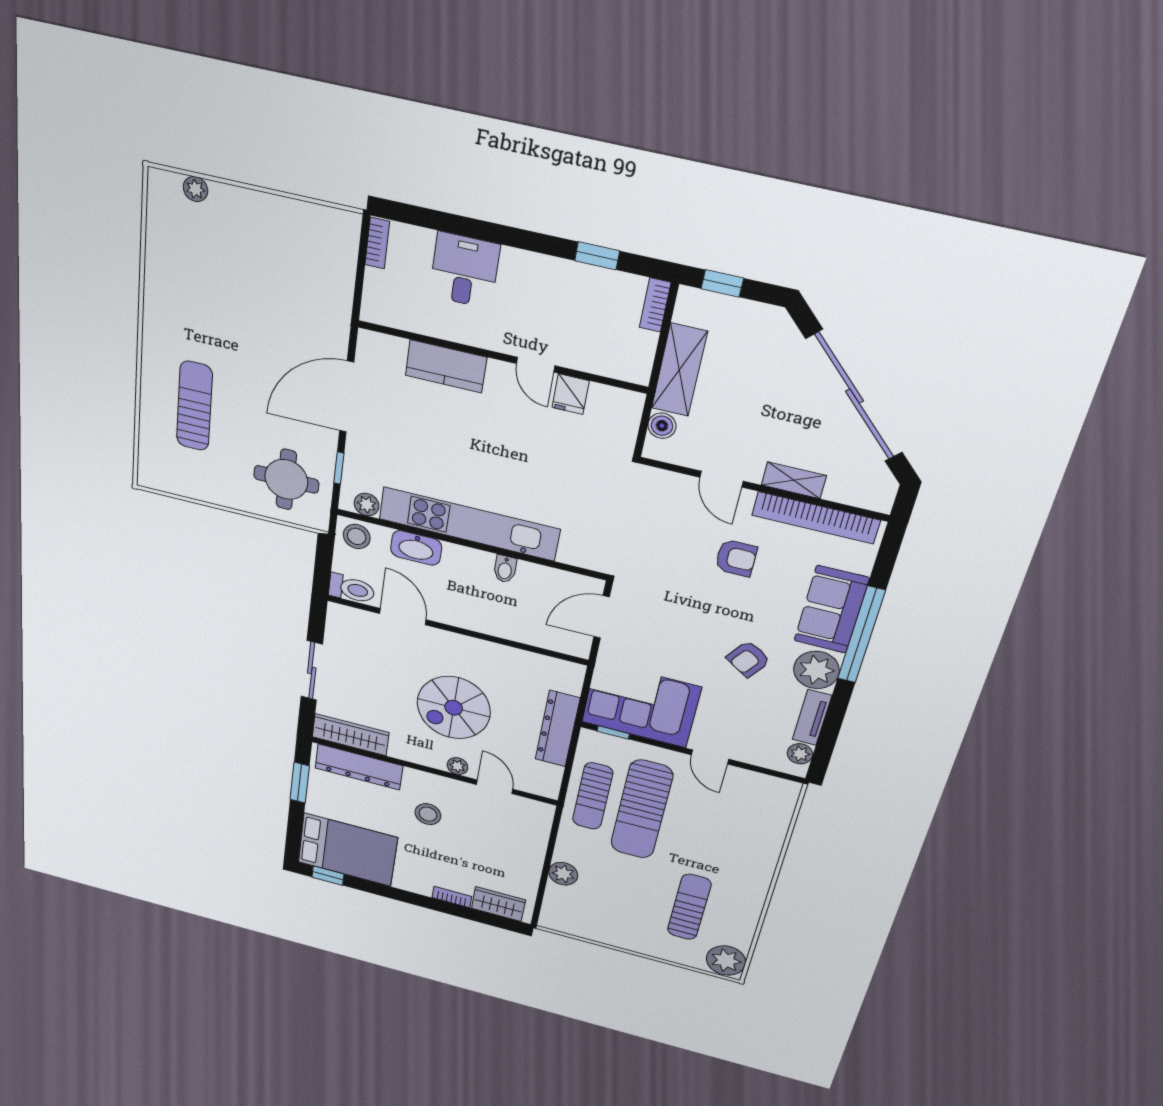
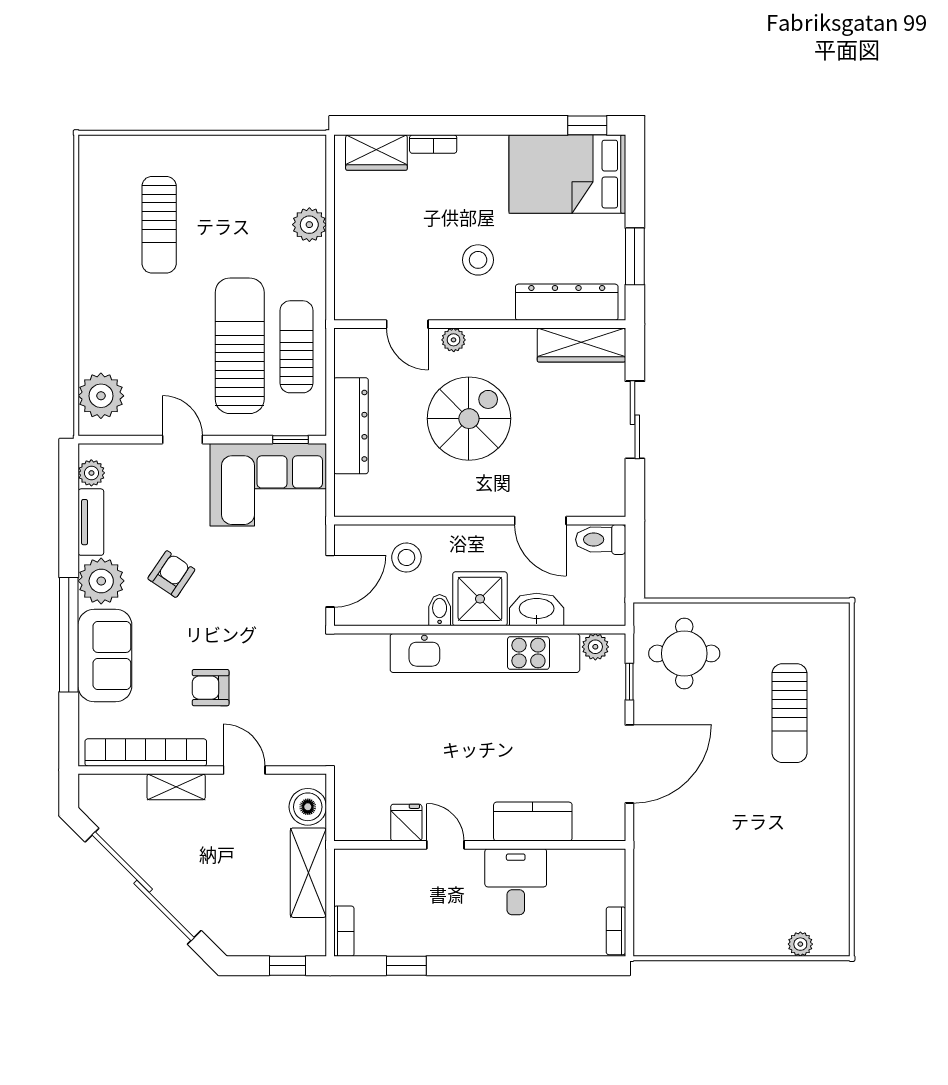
desk: (464, 270) -> (516, 882), moved, turned 180
boiler: (662, 426) -> (308, 807), width x1.36, depth x1.36
stool: (357, 536) -> (406, 557), moved
shower: (466, 569) -> (480, 599), added
plant: (726, 961) -> (101, 396), moved

